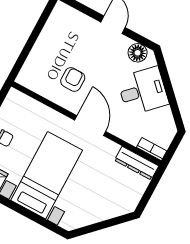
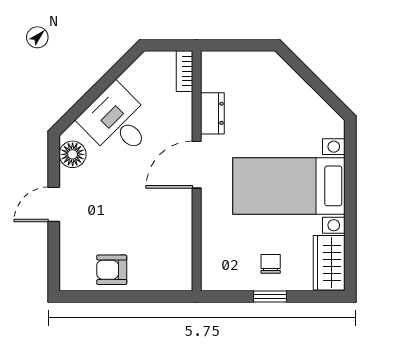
armchair: (73, 79) -> (112, 270), moved
dresser: (137, 163) -> (212, 113), moved, width x0.70

